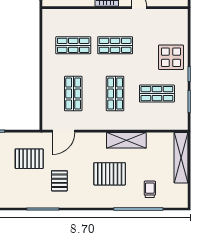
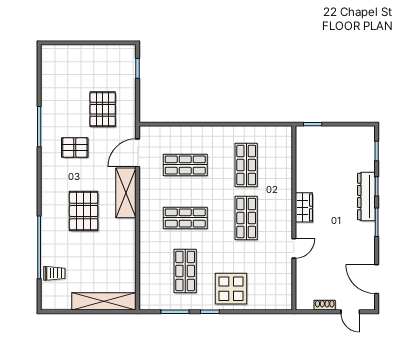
door: (64, 131) -> (138, 153), hinge flipped
shelving: (126, 140) -> (126, 193), moved
trolley: (150, 189) -> (54, 273), moved

